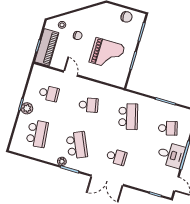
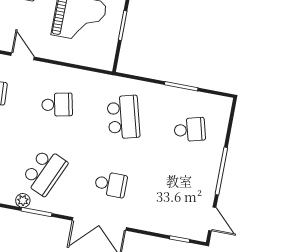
school desk: (77, 145) -> (44, 172), turned 48
desk: (171, 155) -> (199, 172), removed

